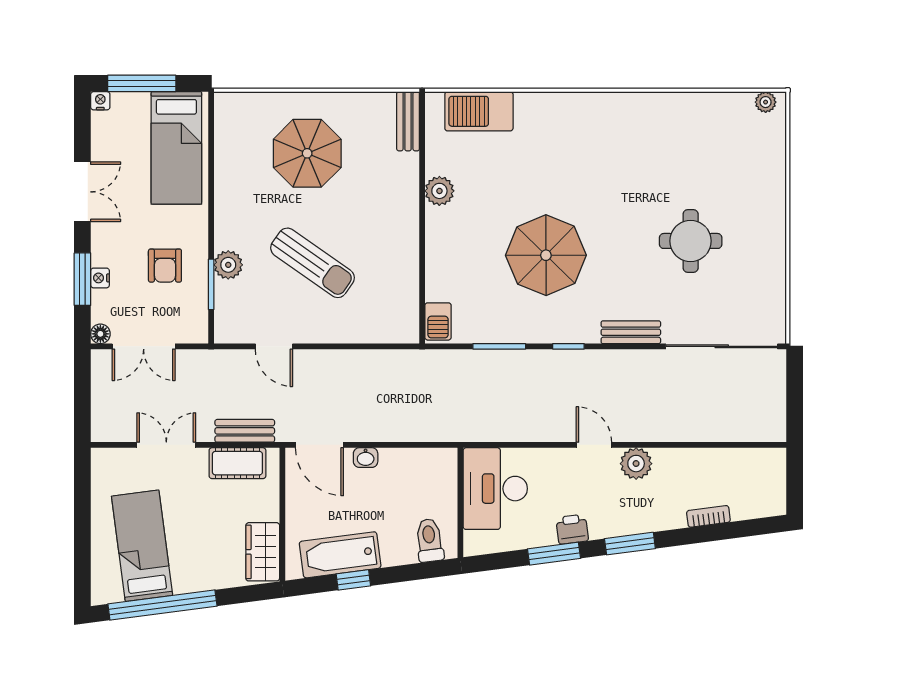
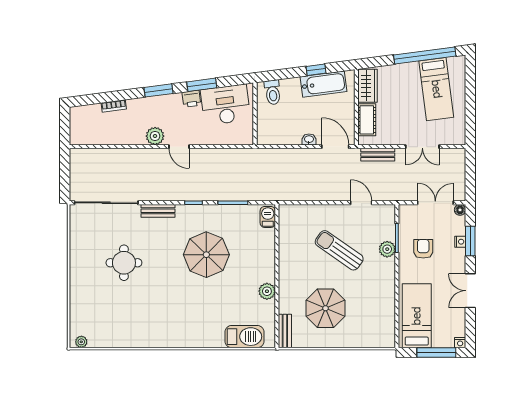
parasol: (307, 153) -> (326, 308), moved
cot: (237, 463) -> (367, 120), moved, turned 90
desk: (495, 489) -> (225, 105), moved, turned -97

